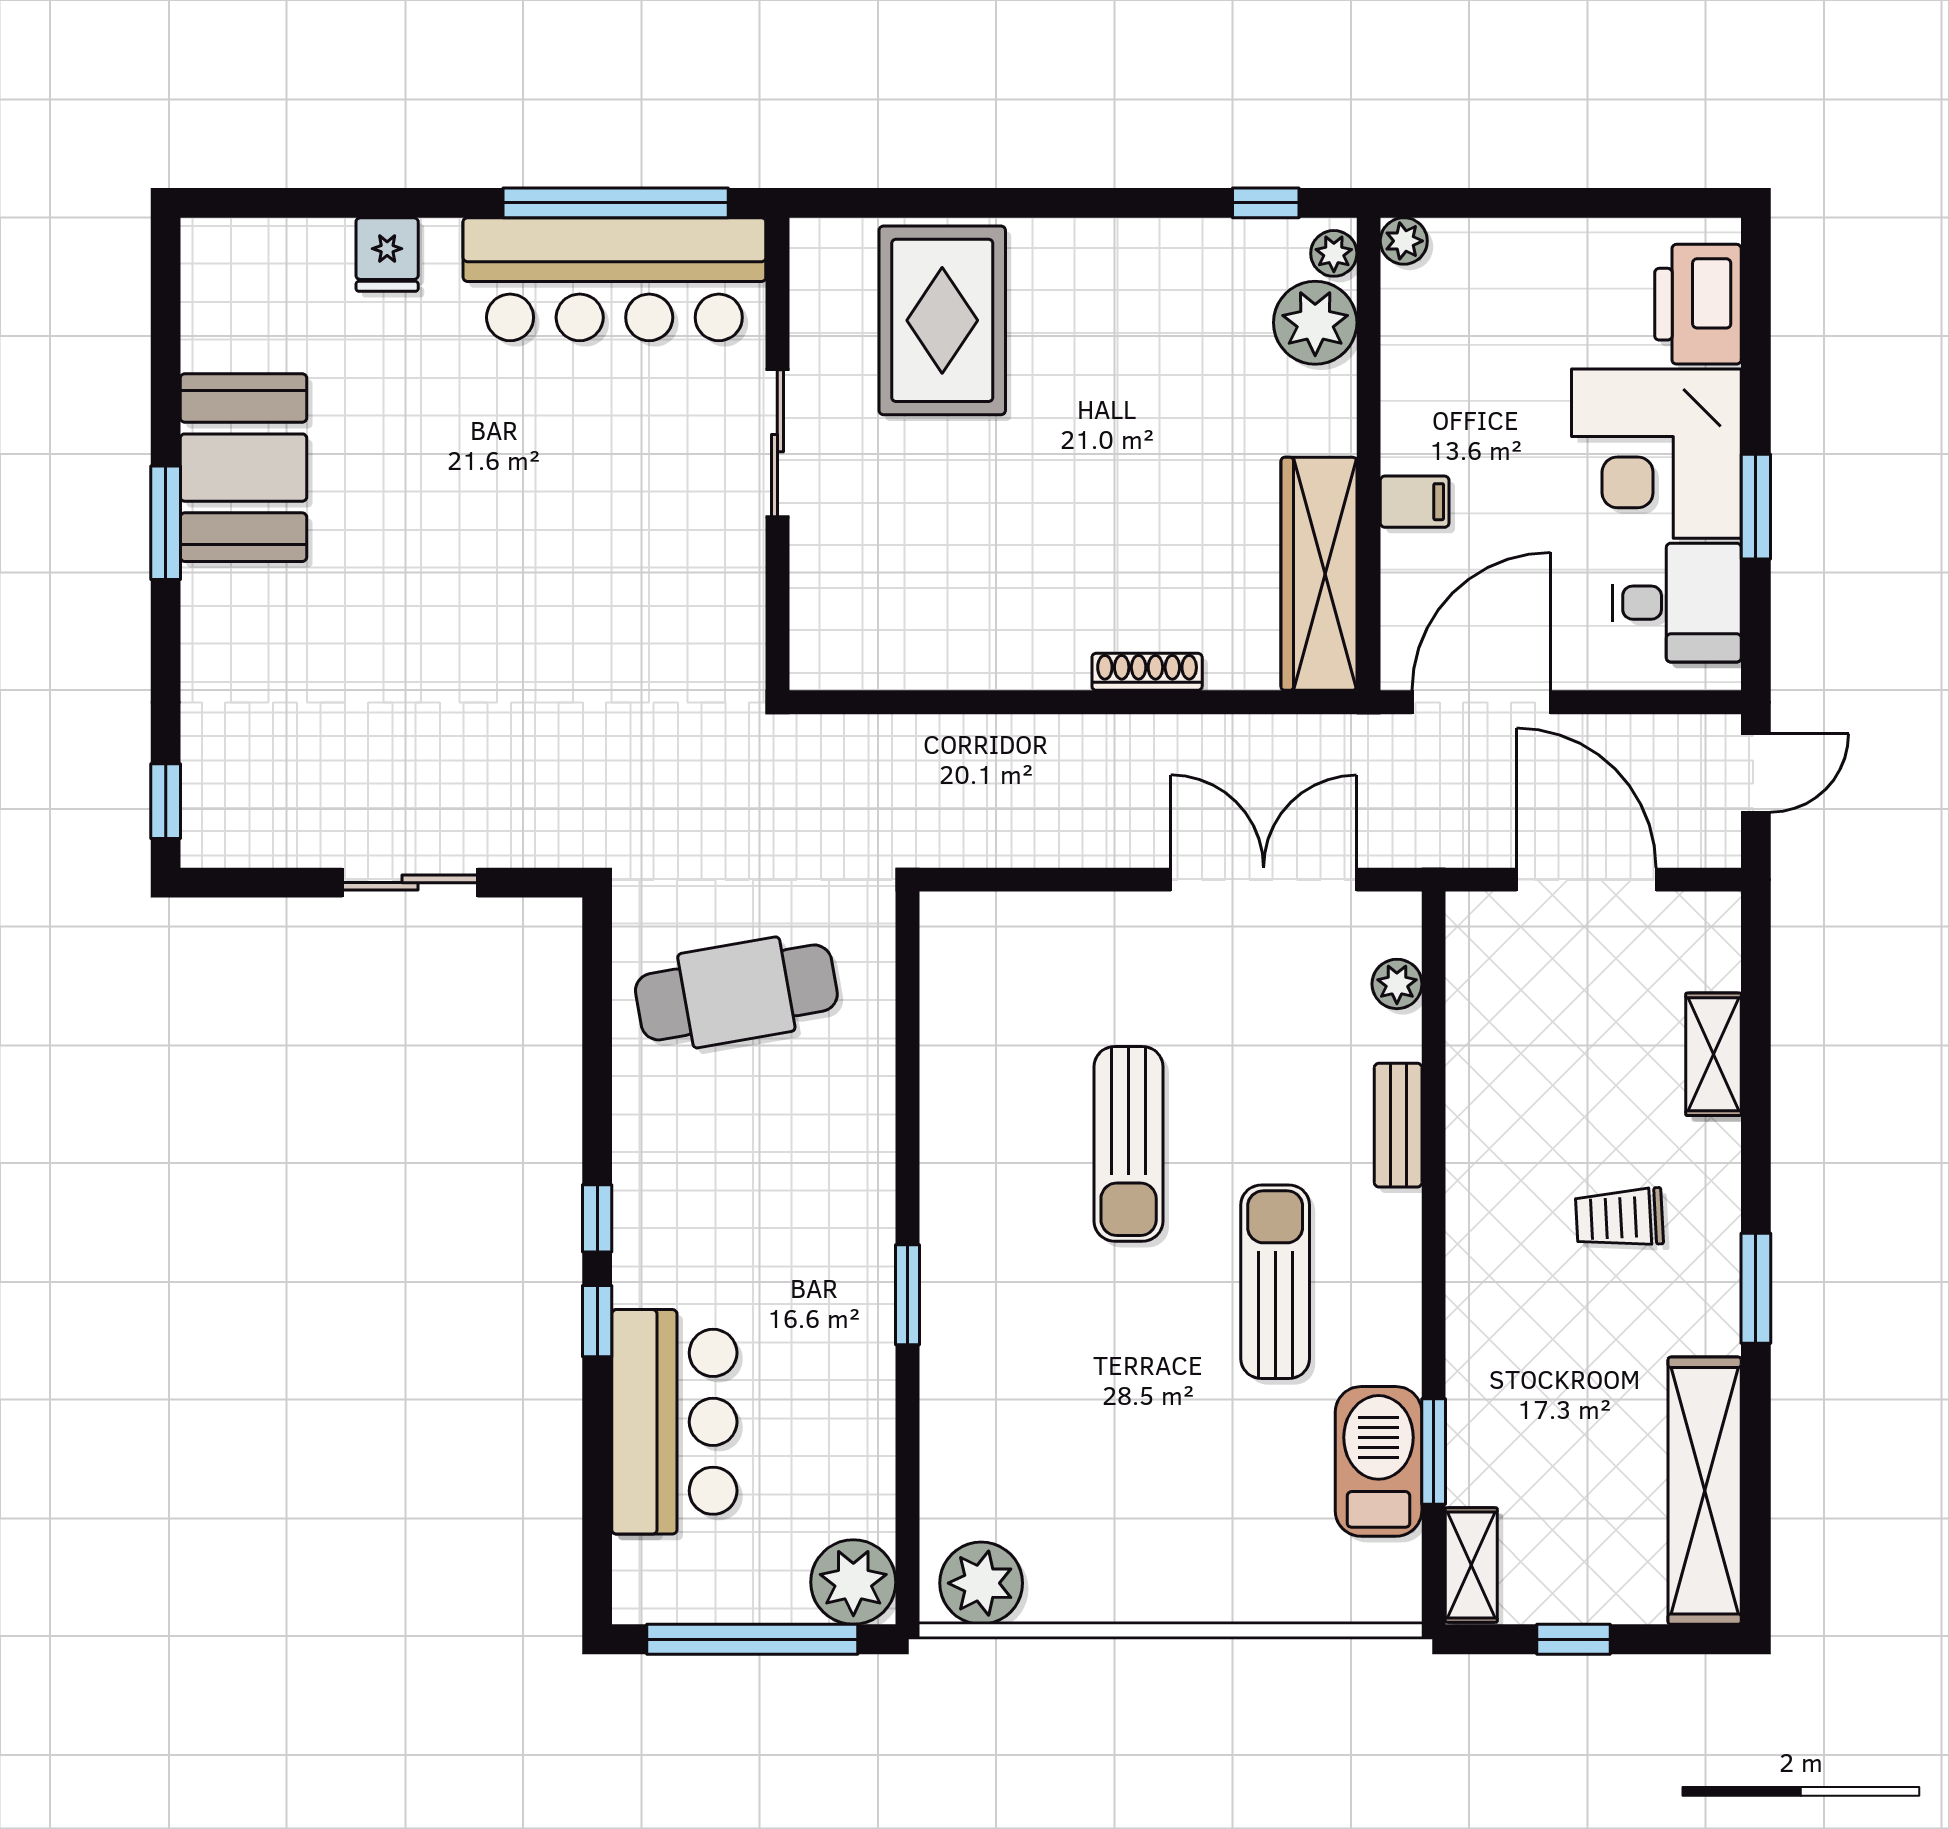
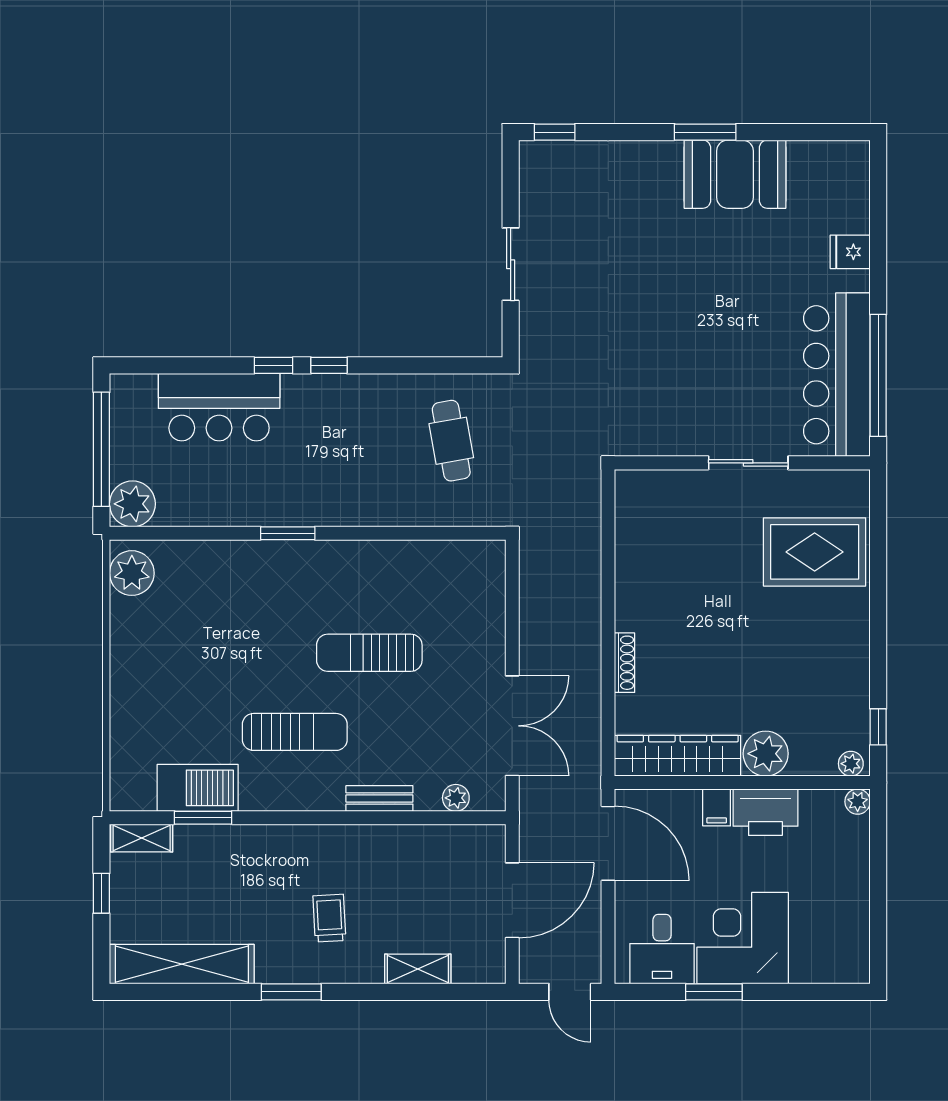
printer: (1698, 304) -> (765, 812), moved, turned 180
plant: (1315, 323) -> (766, 754), moved
cafe table: (736, 992) -> (451, 441), width x0.73, depth x0.74

